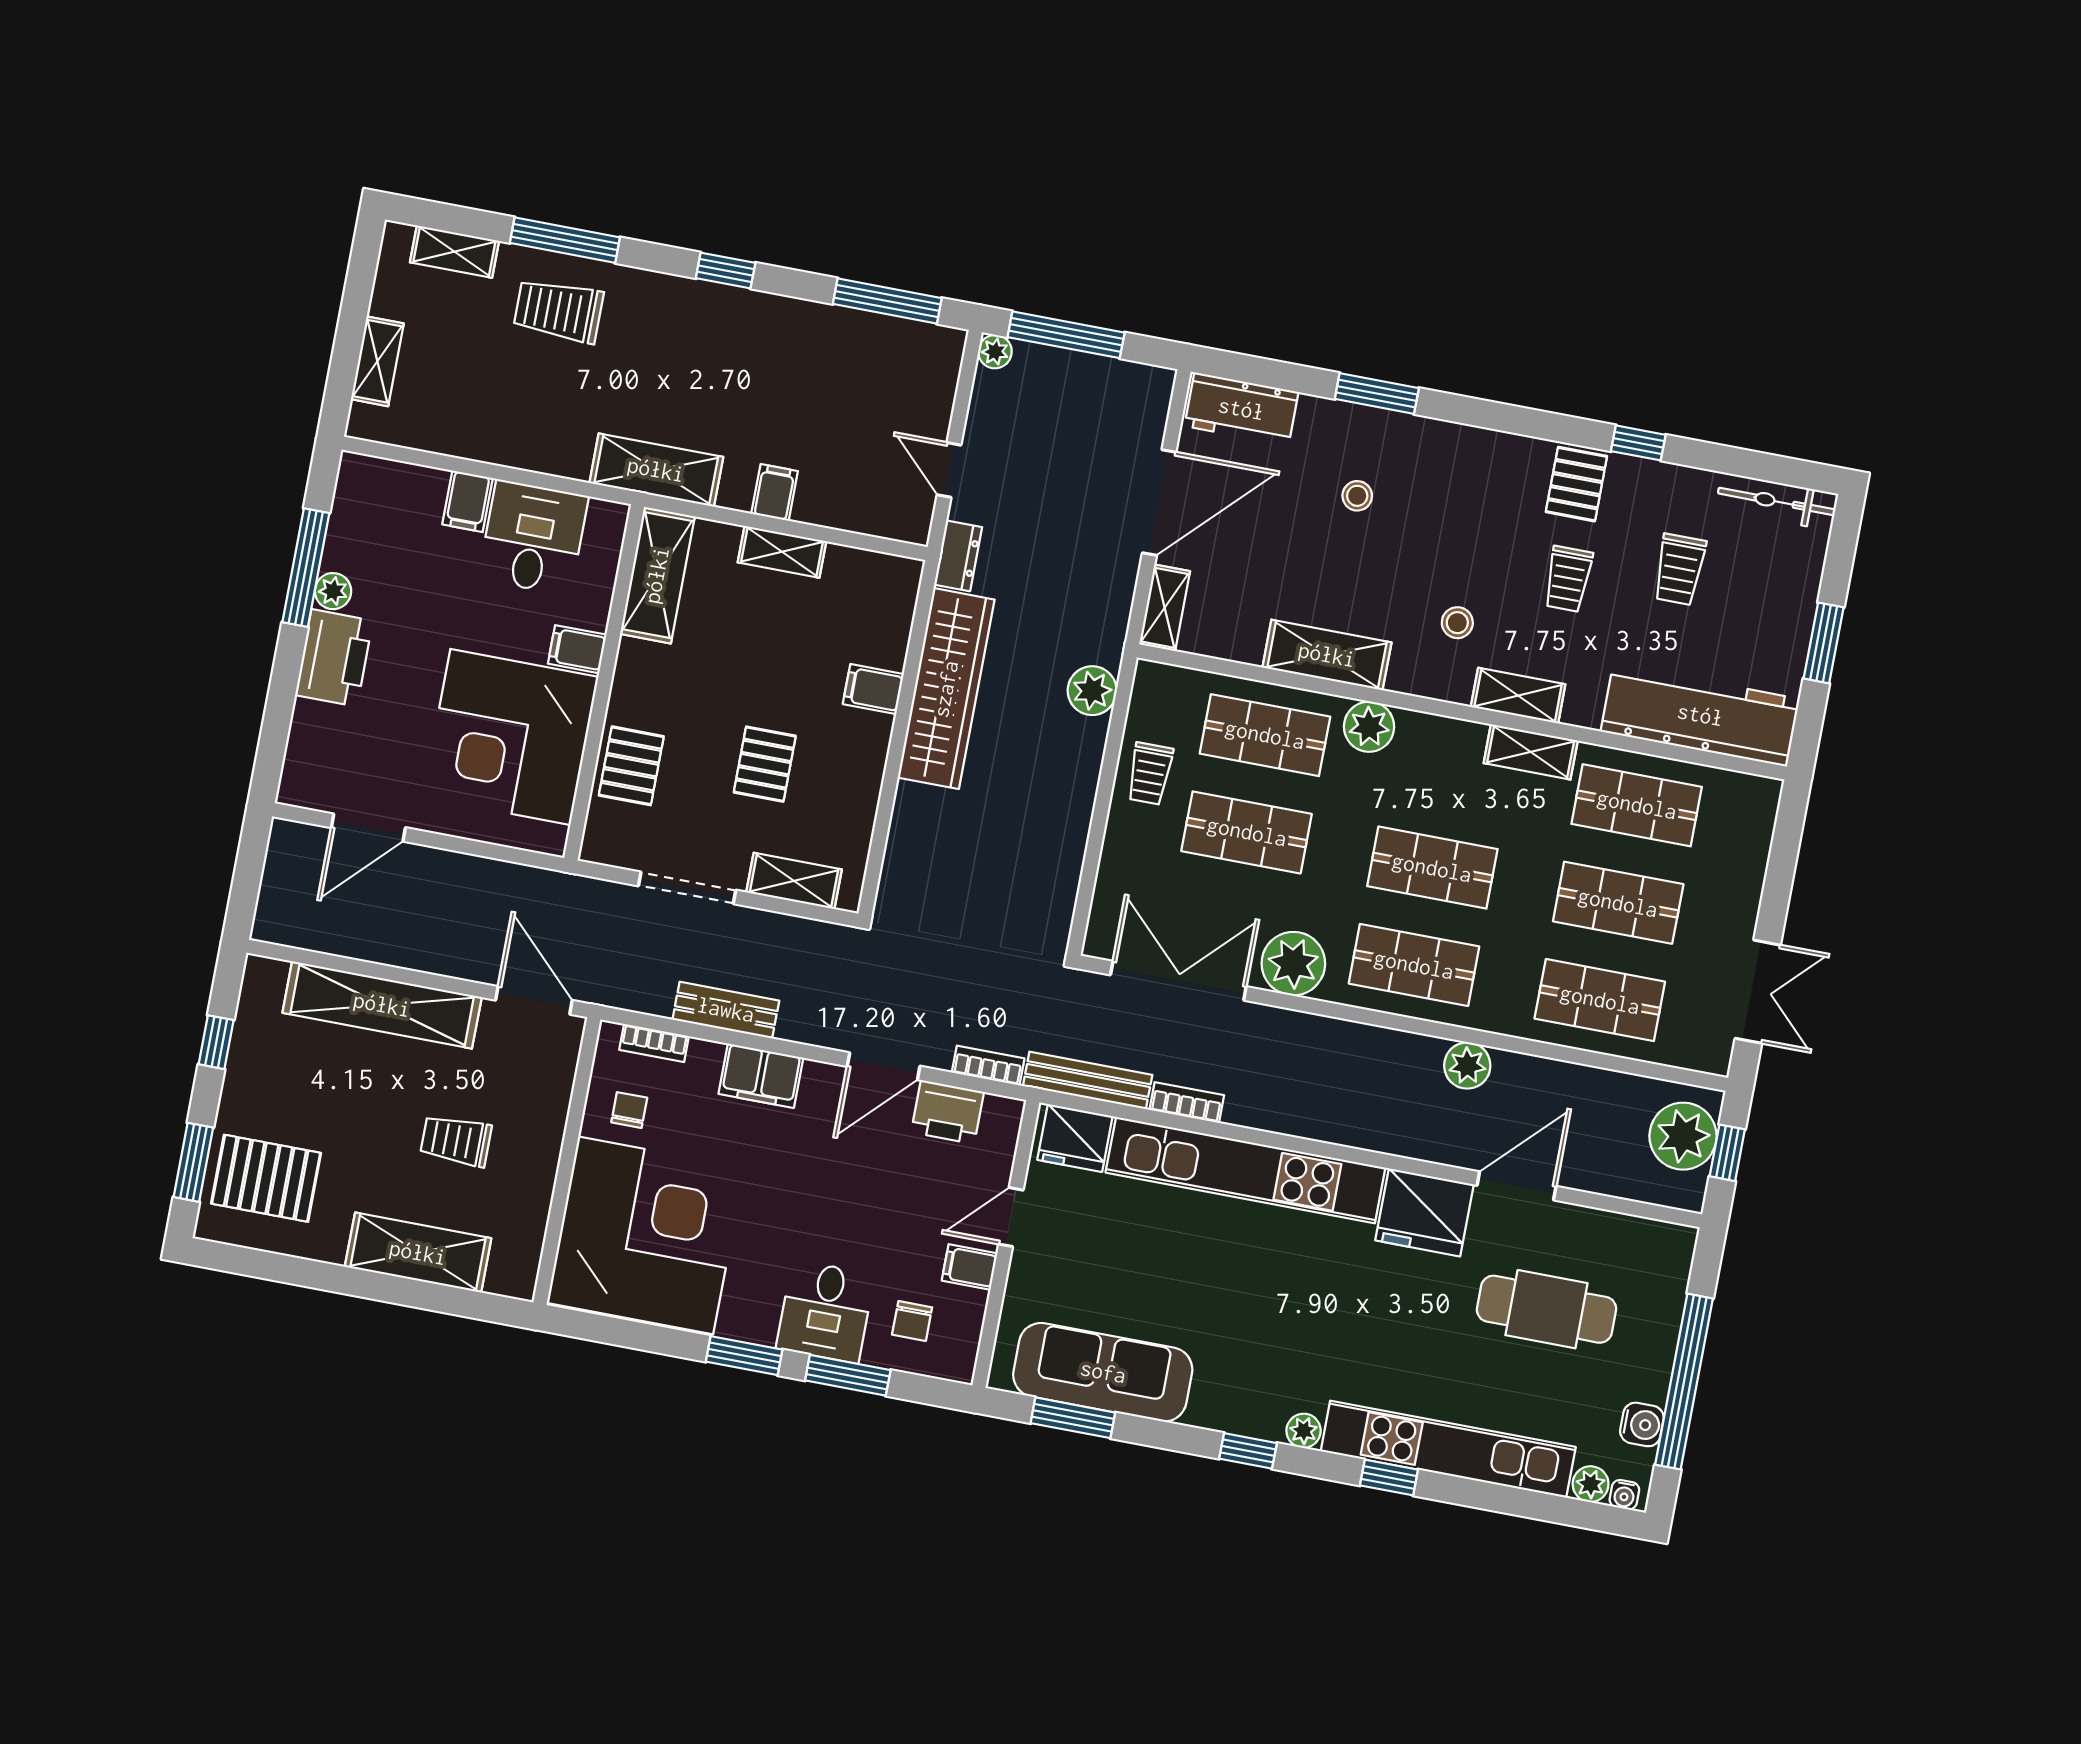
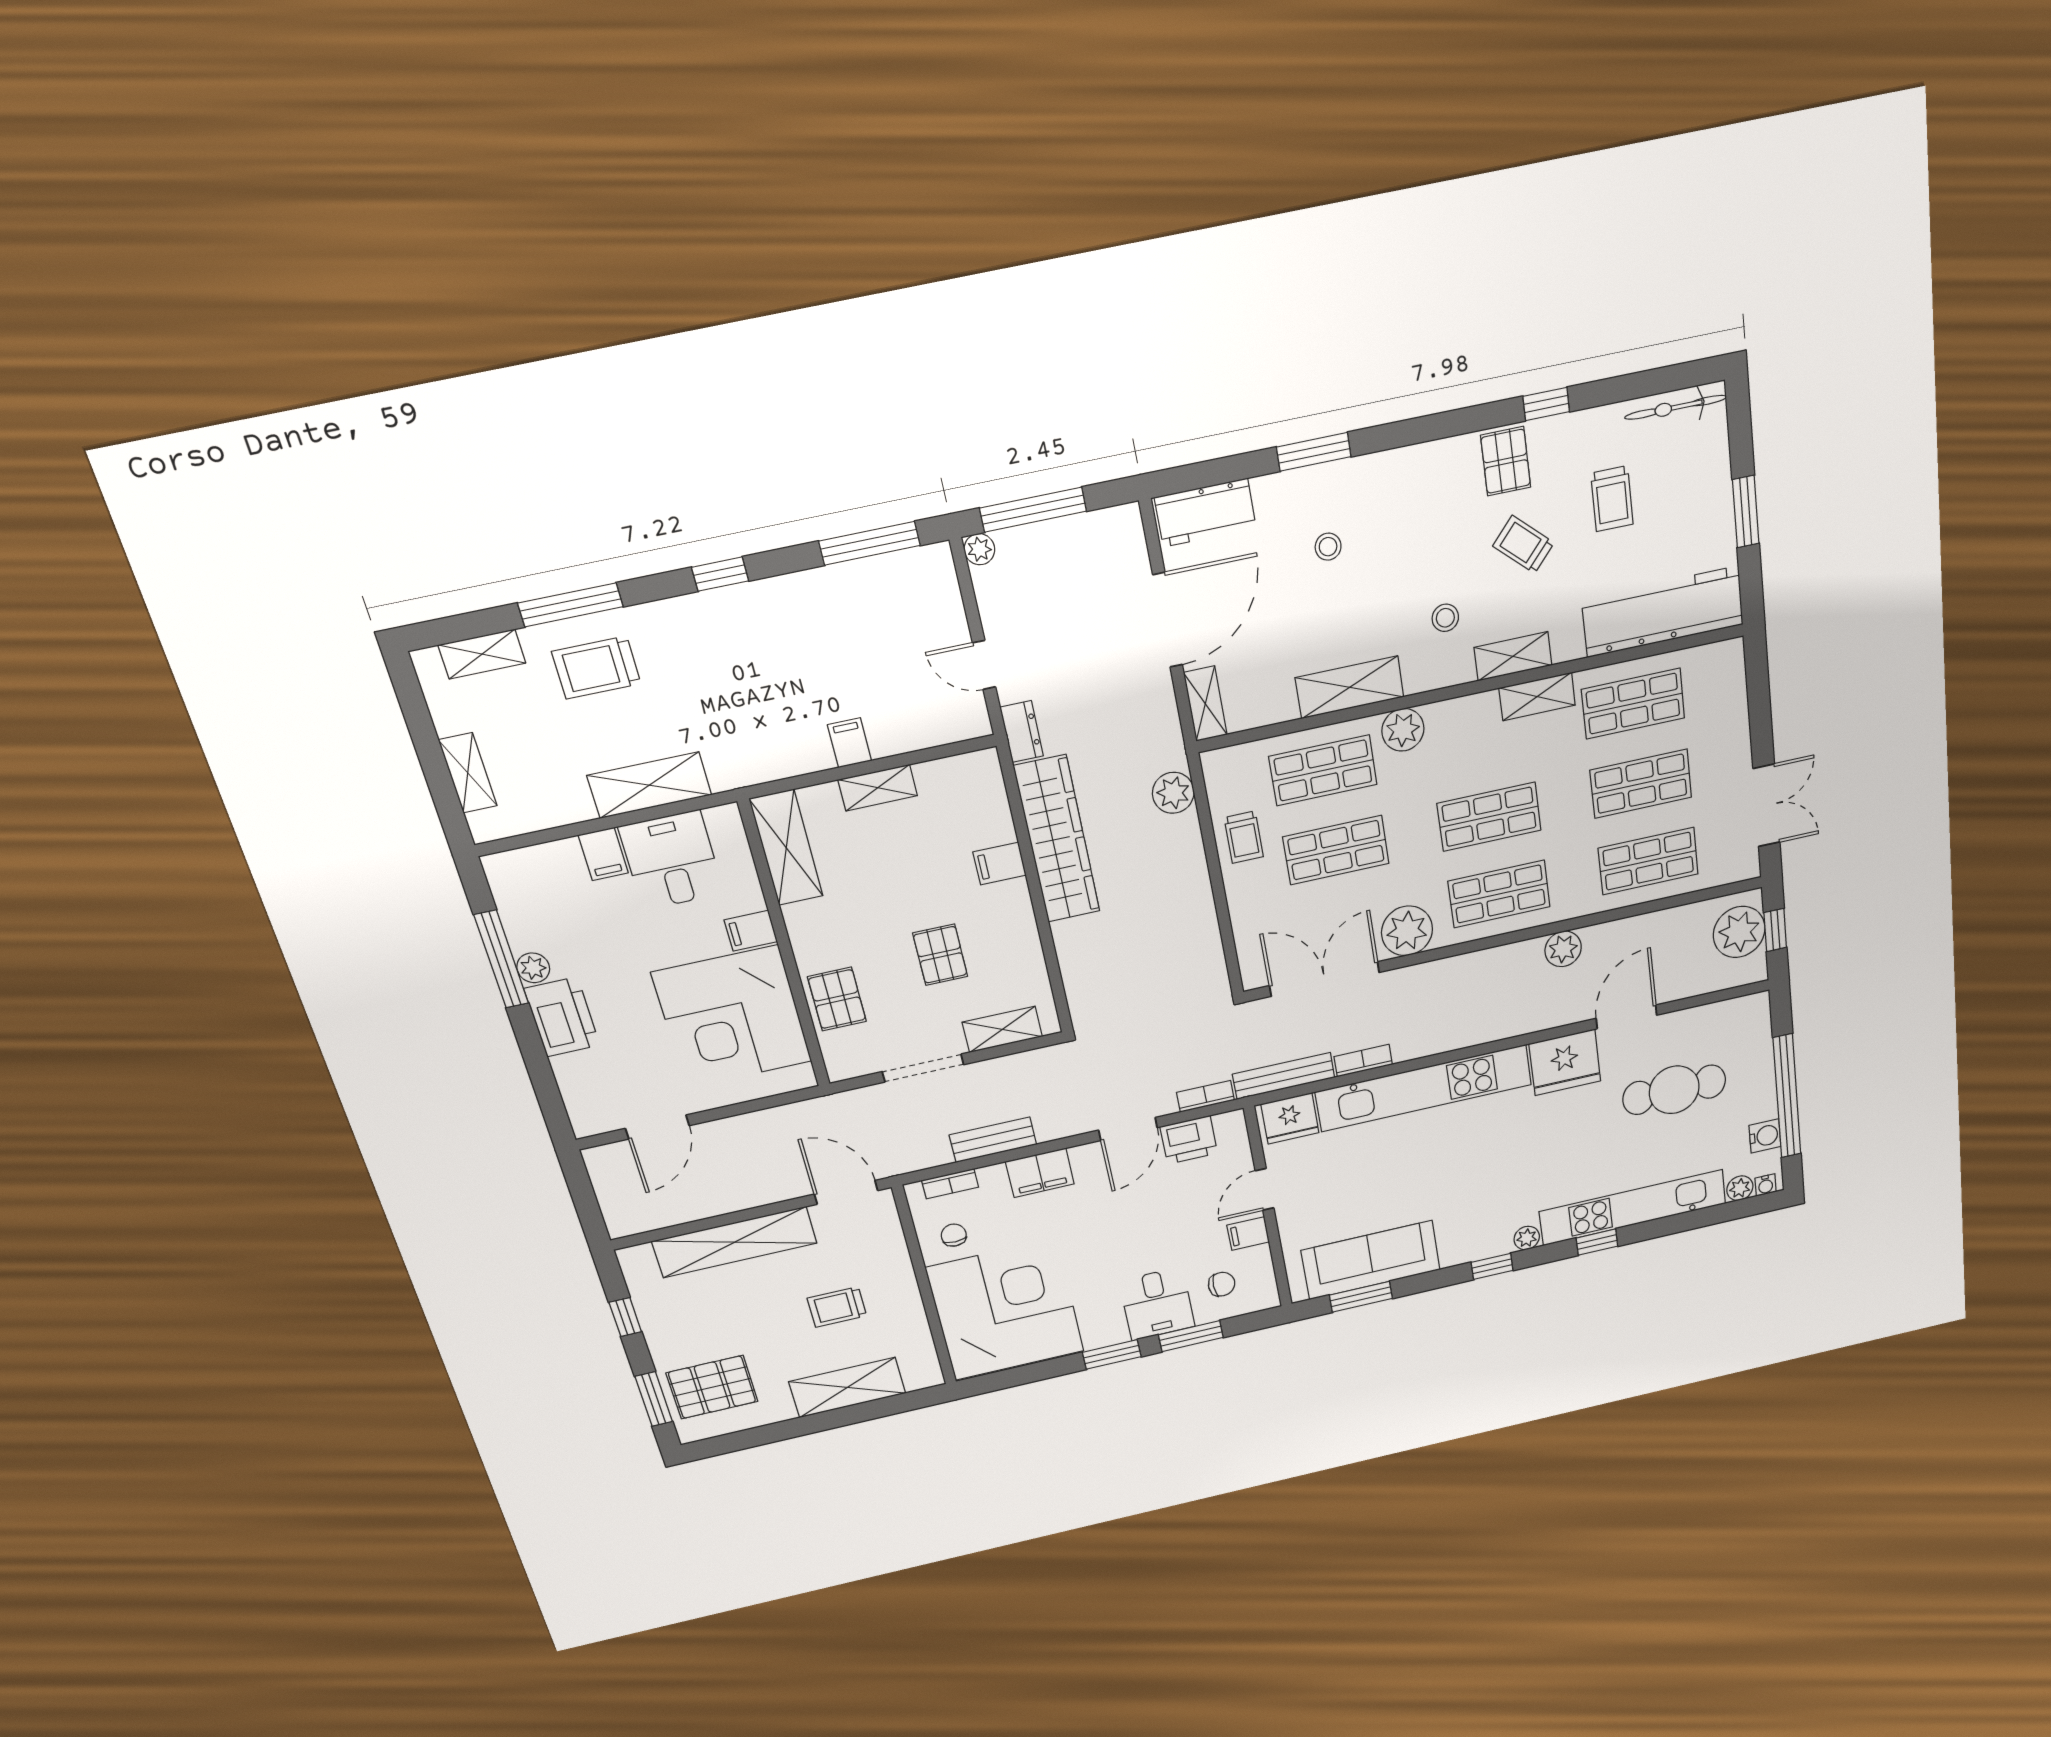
shelving: (656, 470) -> (649, 785), moved
trolley: (1568, 579) -> (1524, 545), turned 132
chair: (912, 1321) -> (1222, 1284), turned -90

